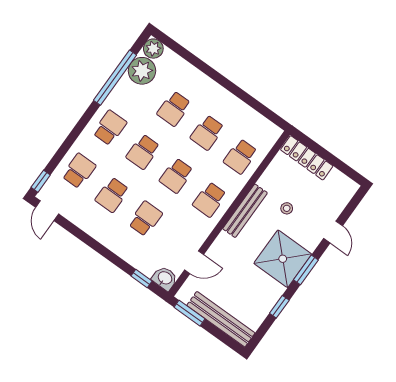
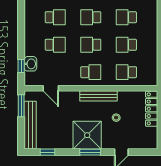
school desk: (112, 195) -> (55, 17), turned 180
school desk: (210, 199) -> (91, 72), turned 180
washbasin: (165, 278) -> (30, 64), moved
window: (279, 307) -> (48, 152), moved

